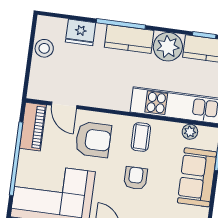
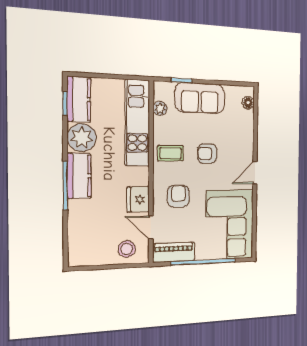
fridge: (81, 32) -> (138, 199), moved, turned 180
stool: (44, 48) -> (127, 249), moved
door: (64, 105) -> (151, 227), swing flipped
armchair: (93, 140) -> (178, 196), width x0.72, depth x0.72

